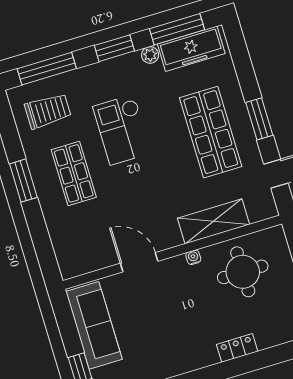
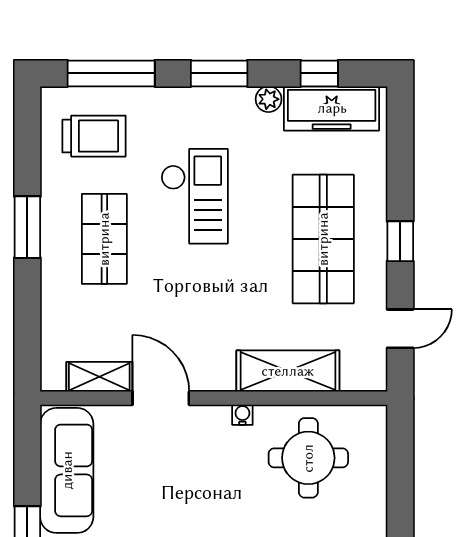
window: (177, 29) -> (319, 73), width x0.46
window: (259, 119) -> (400, 241), width x0.67
checkout: (122, 130) -> (194, 196), turned 180
shelving: (97, 261) -> (99, 377), added

